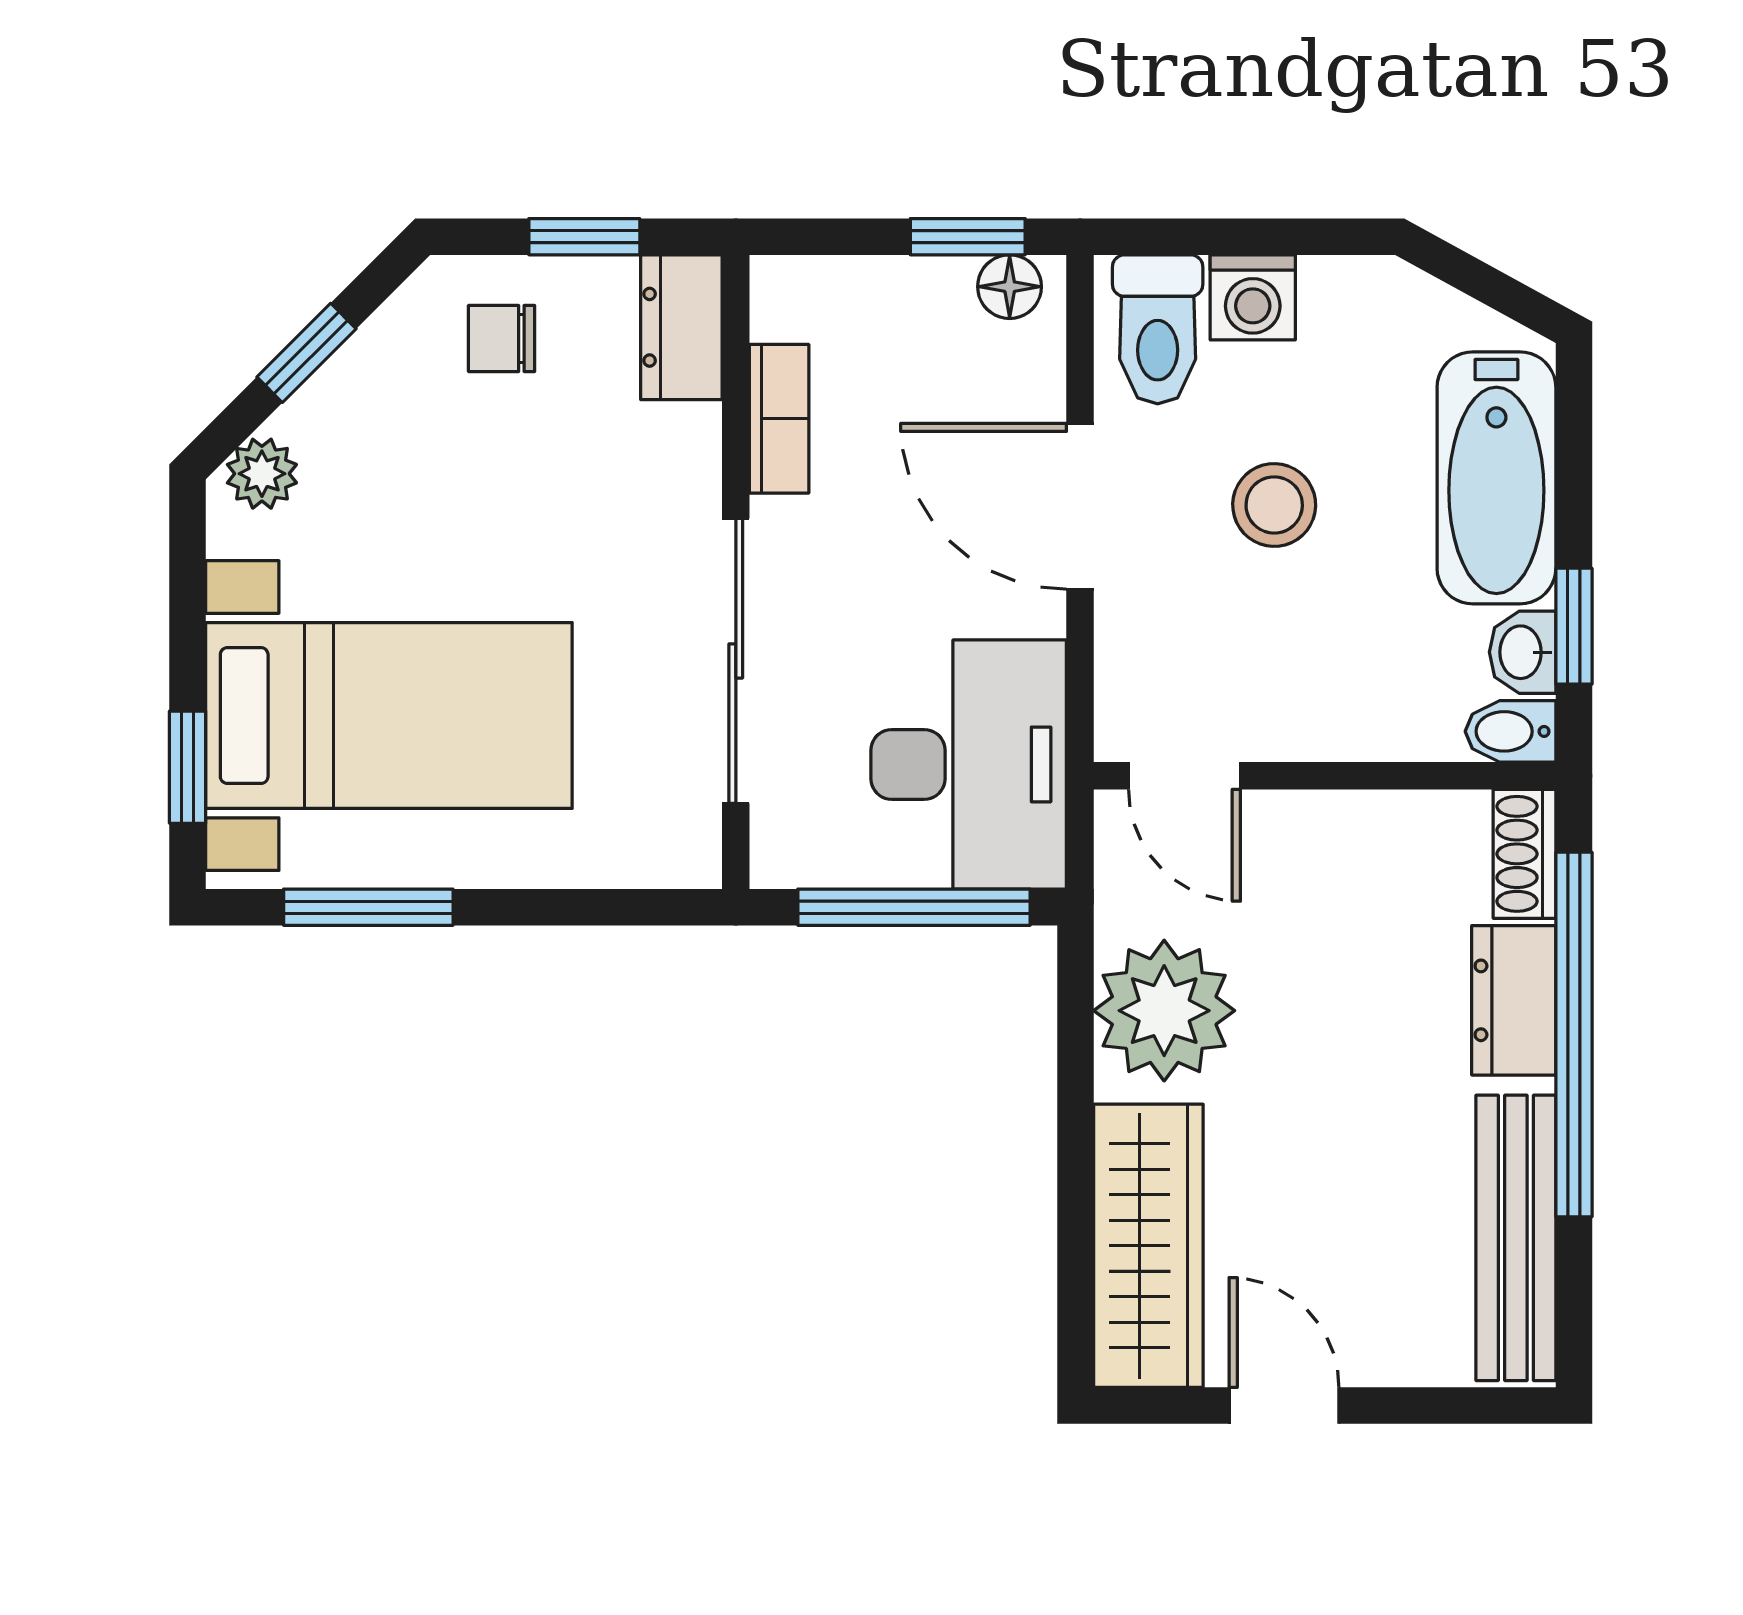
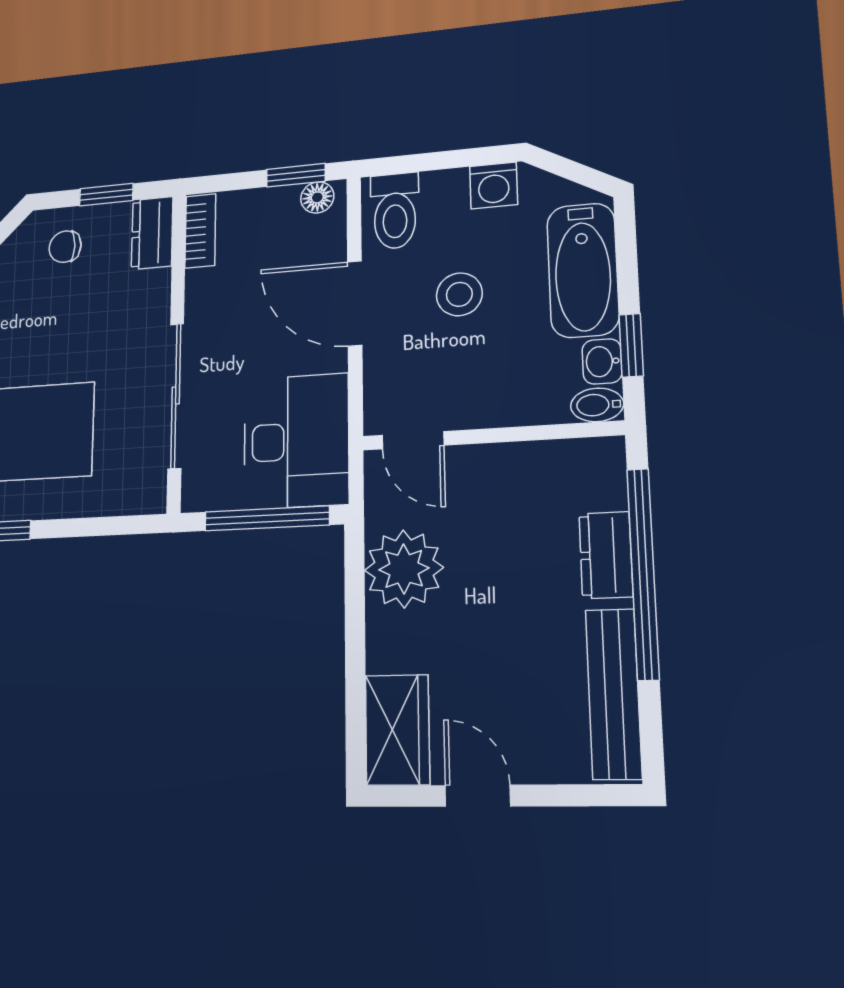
washing machine: (1253, 297) -> (494, 185), moved
bookcase: (779, 419) -> (200, 231), moved
shoe rack: (1524, 854) -> (608, 472), removed
wardrobe: (1148, 1246) -> (397, 730), width x0.67

